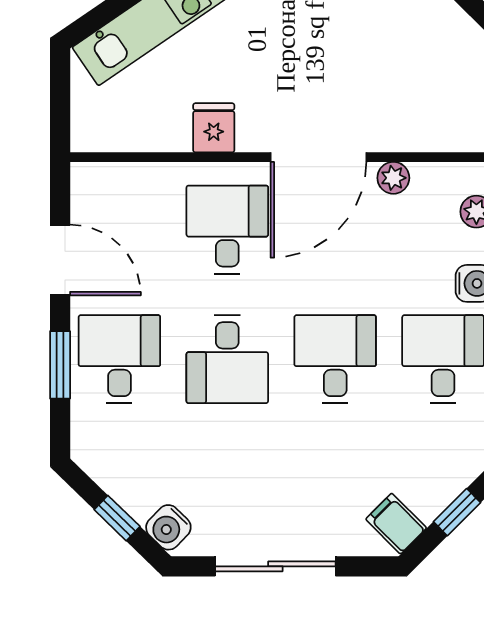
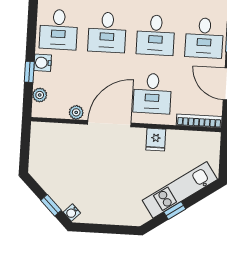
bookcase: (120, 175) -> (199, 121), added
desk: (227, 359) -> (156, 35), turned 180

